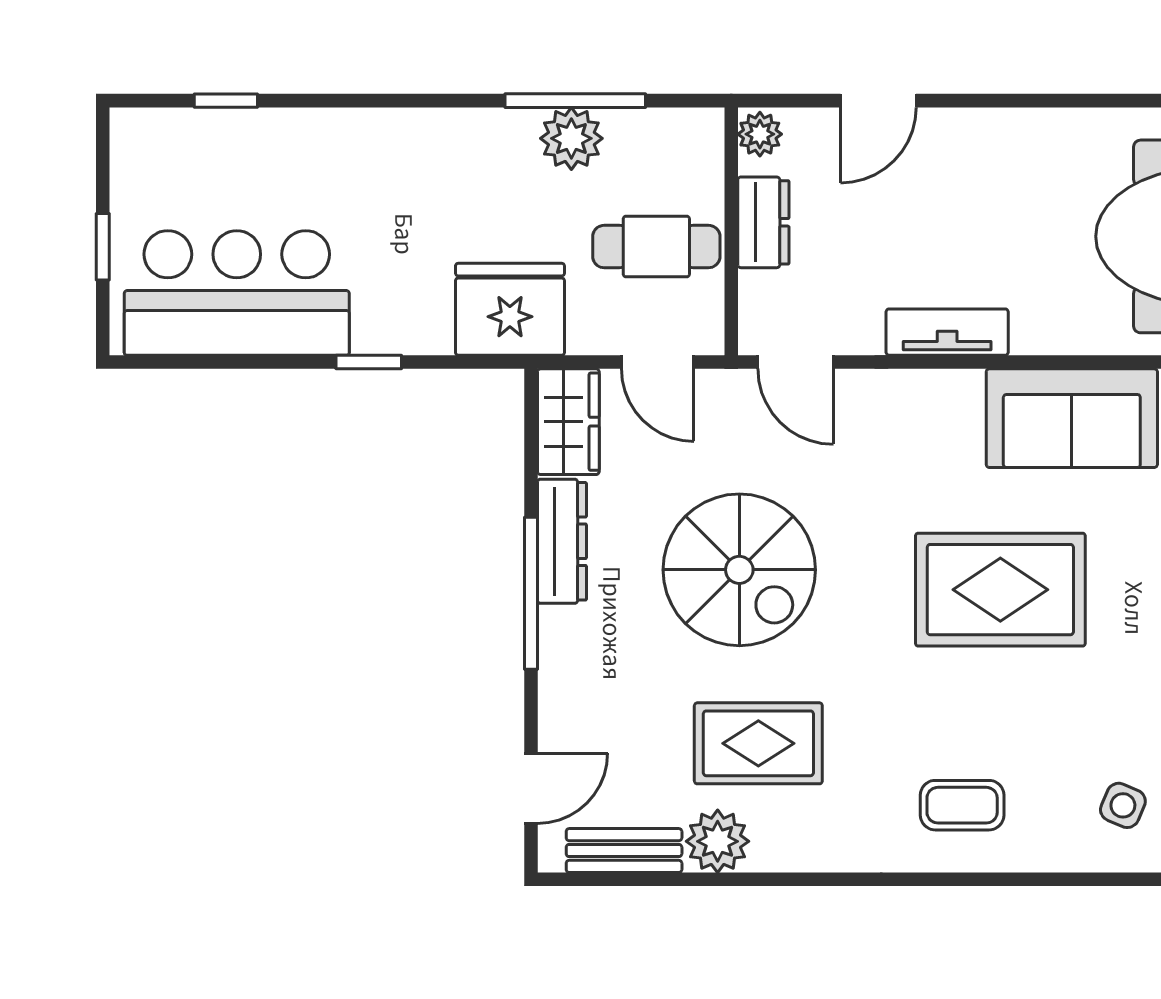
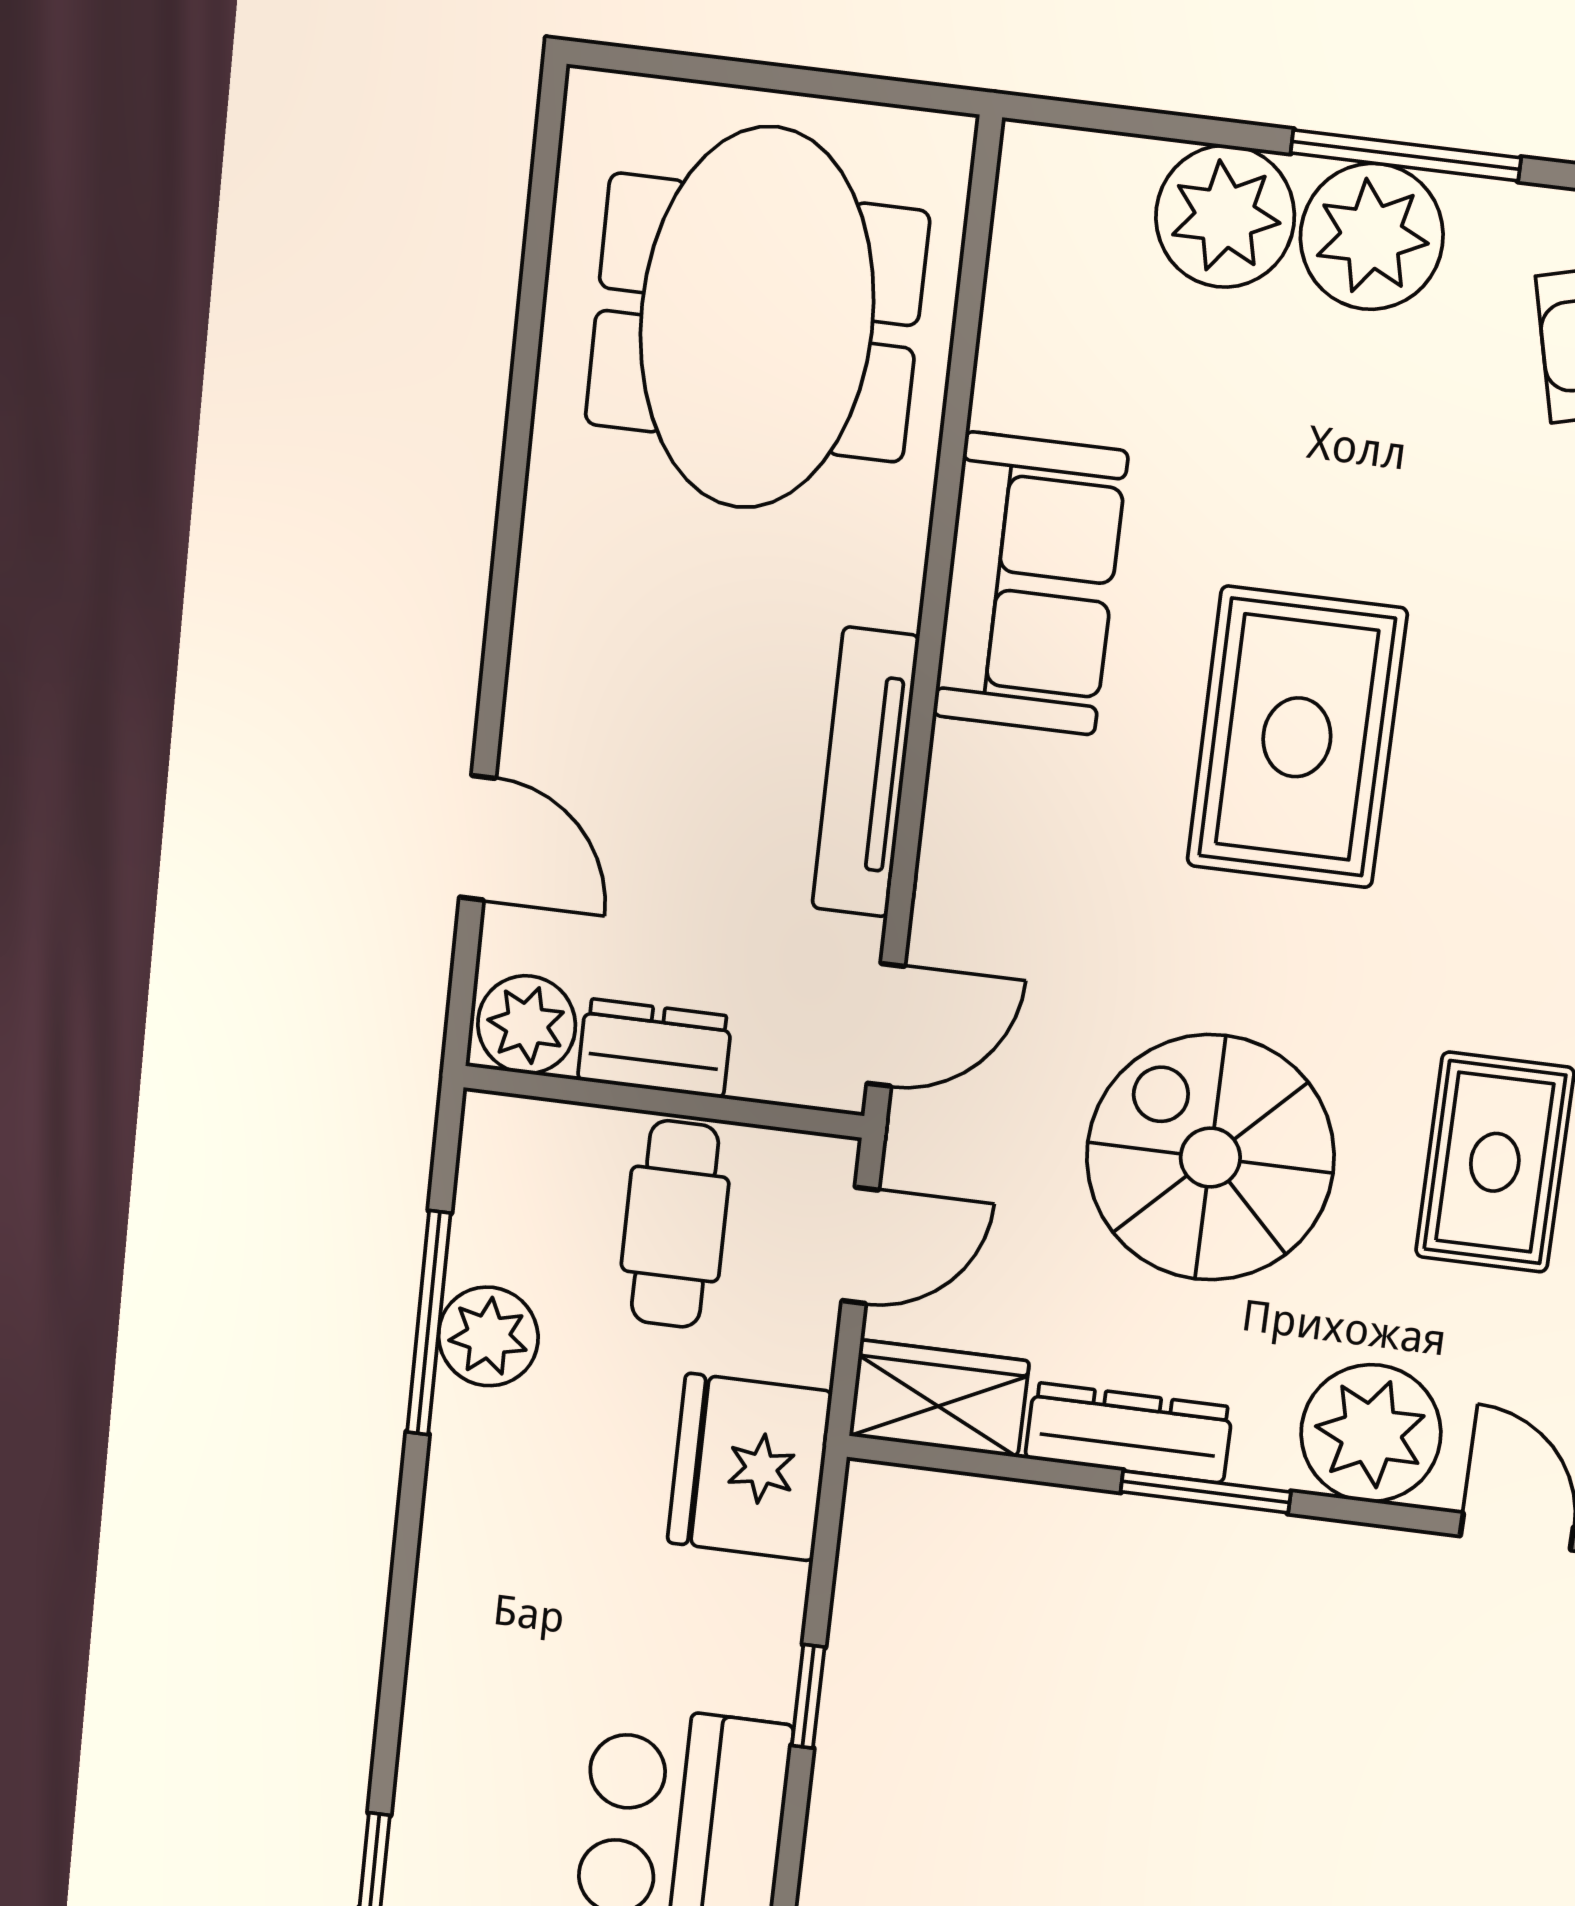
plant: (760, 134) -> (527, 1025), width x1.38, depth x1.38
tv unit: (947, 332) -> (866, 772), width x1.41
spiral stairs: (739, 570) -> (1210, 1158), turned -90
window: (531, 593) -> (1206, 1492), width x0.69
plant: (581, 690) -> (1371, 1433), added

